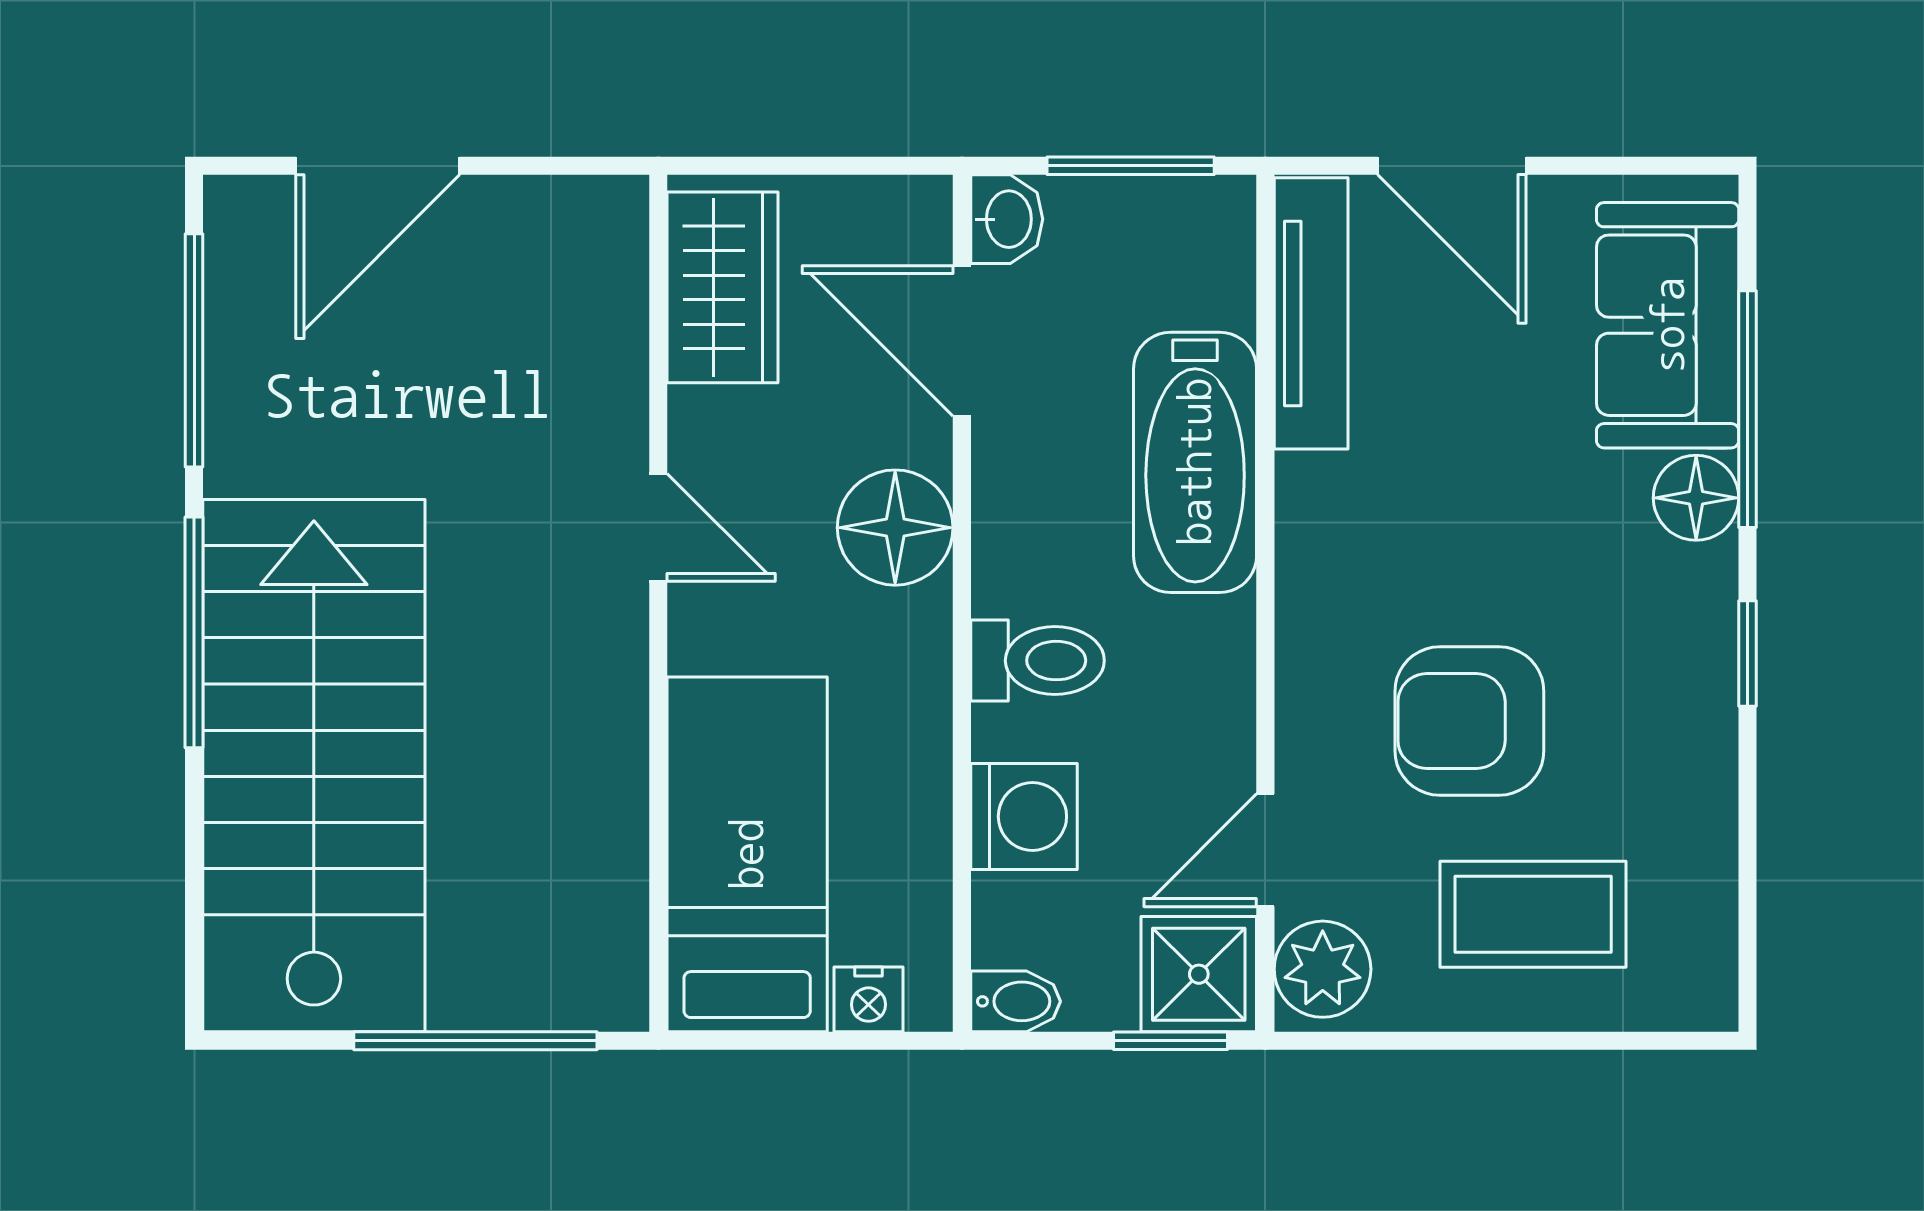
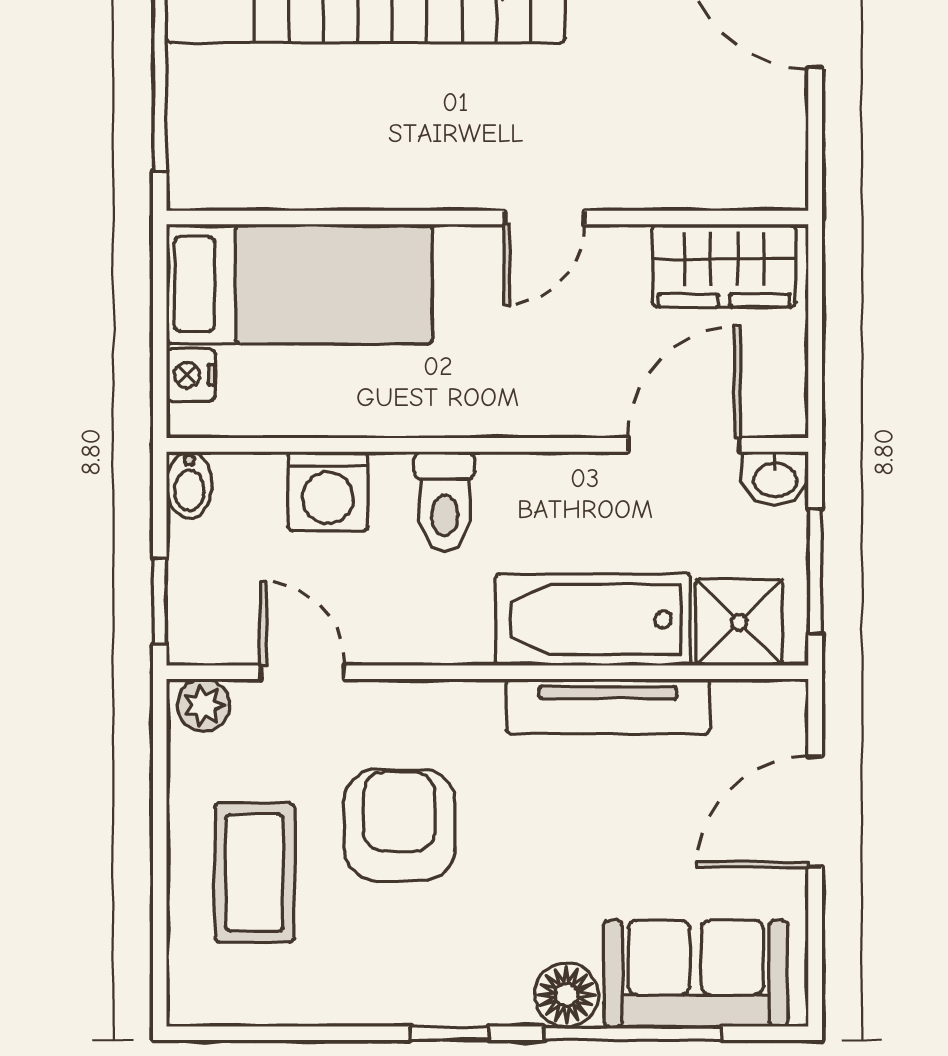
tv unit: (1311, 313) -> (608, 706), moved
floor lamp: (895, 528) -> (544, 395), removed
plant: (1323, 969) -> (204, 705), width x0.73, depth x0.73
shower: (1199, 974) -> (739, 622), moved

